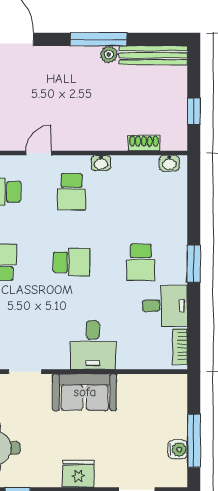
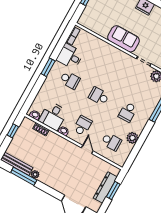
window: (99, 39) -> (24, 176), moved
door: (39, 153) -> (87, 149), swing flipped
school desk: (141, 262) -> (70, 80), turned 90
desk: (93, 345) -> (53, 116), moved, turned 180

